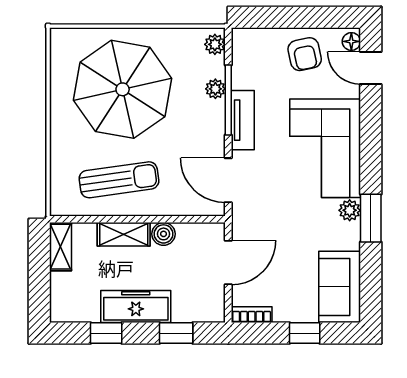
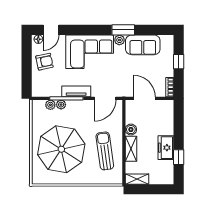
plant: (215, 44) -> (50, 105), moved
sofa: (340, 287) -> (143, 45), moved
freezer: (136, 307) -> (166, 148), width x0.71
window: (176, 333) -> (179, 123), removed

